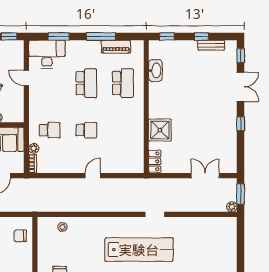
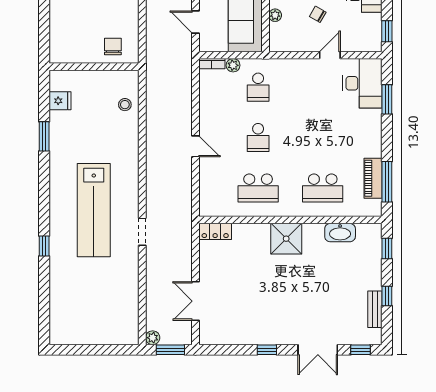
window: (101, 36) -> (387, 182), moved
school desk: (86, 83) -> (258, 188), moved
shower: (160, 130) -> (286, 239), moved
double door: (205, 176) -> (196, 301), swing flipped

